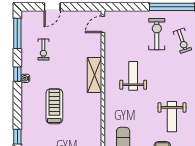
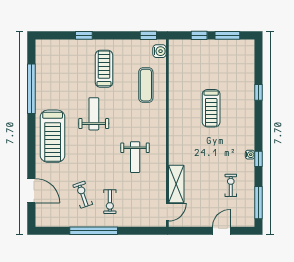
exercise bike: (157, 34) -> (110, 202), width x0.73, depth x0.72
shelving: (95, 75) -> (176, 184), moved
treadmill: (54, 106) -> (211, 108), moved

